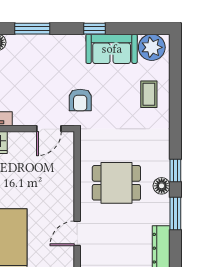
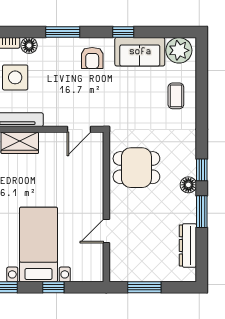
armchair: (80, 100) -> (92, 58), moved
dining table: (116, 183) -> (136, 168), moved

